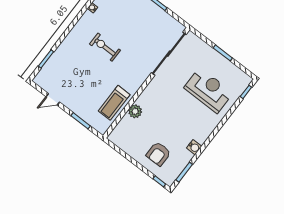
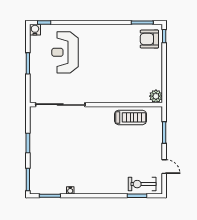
exercise bike: (105, 47) -> (142, 184), moved, turned 90
plant: (135, 111) -> (156, 96), moved
water cooler: (194, 147) -> (35, 30), moved
armchair: (158, 154) -> (149, 39), moved, turned 180

